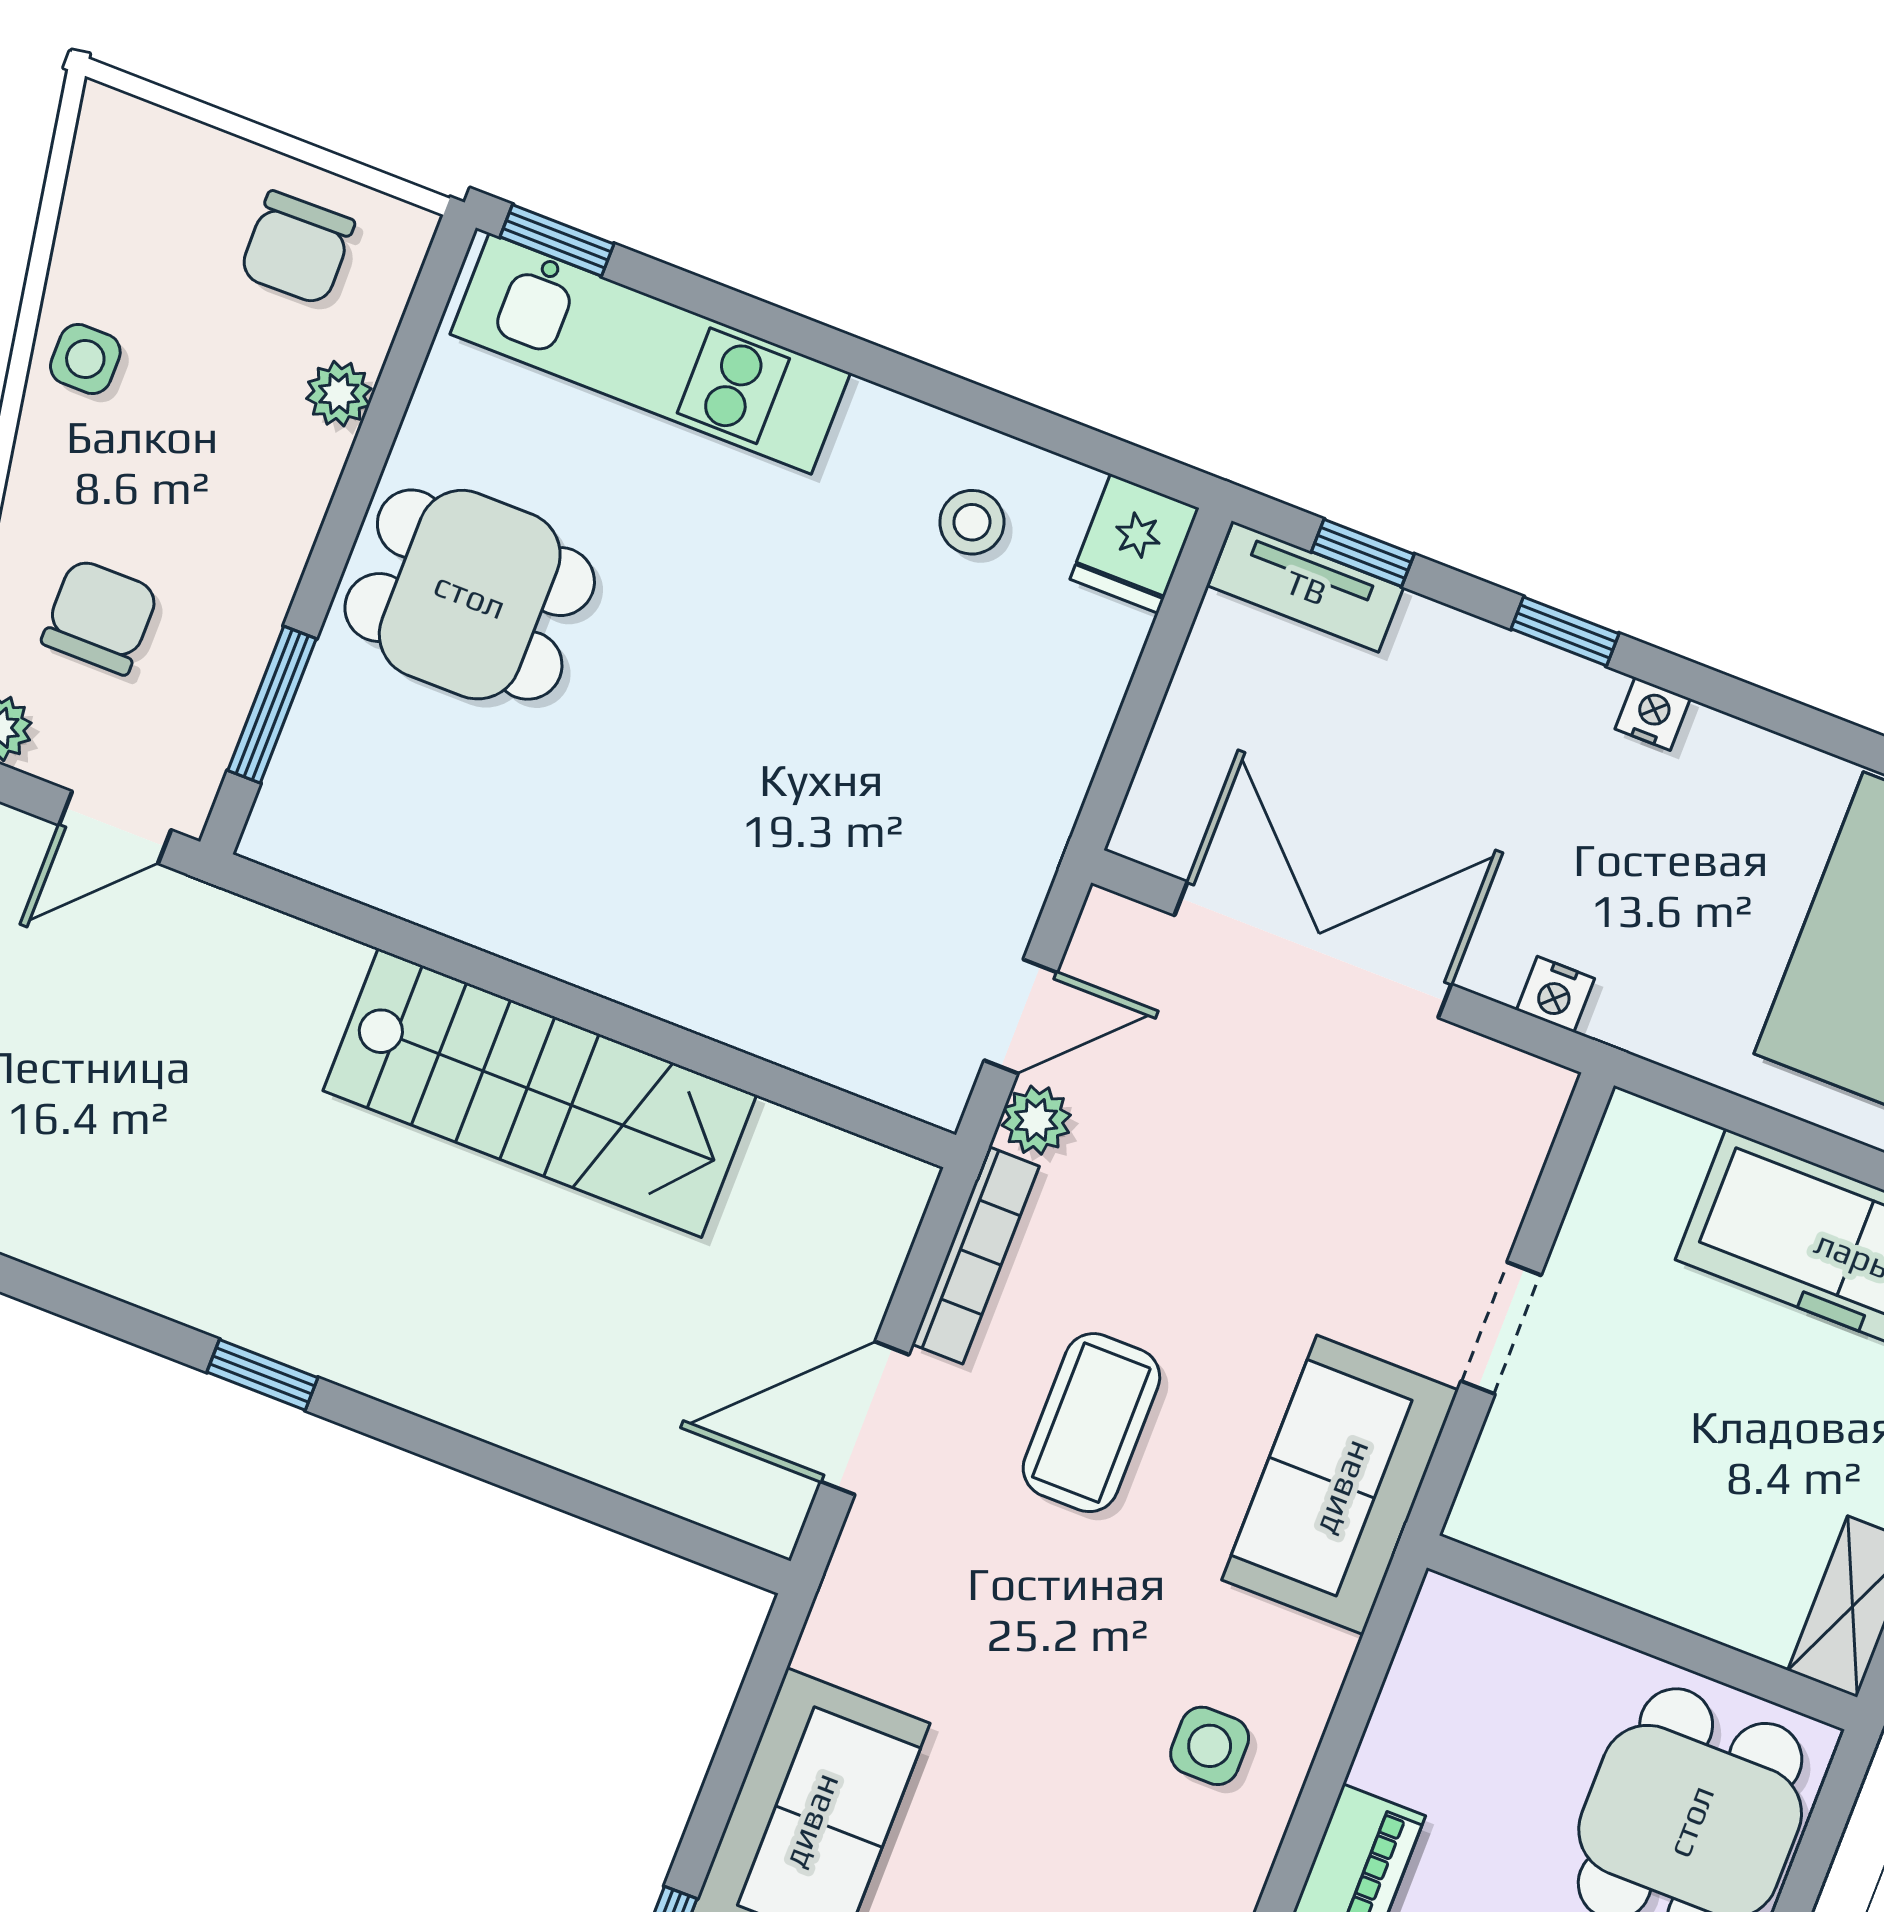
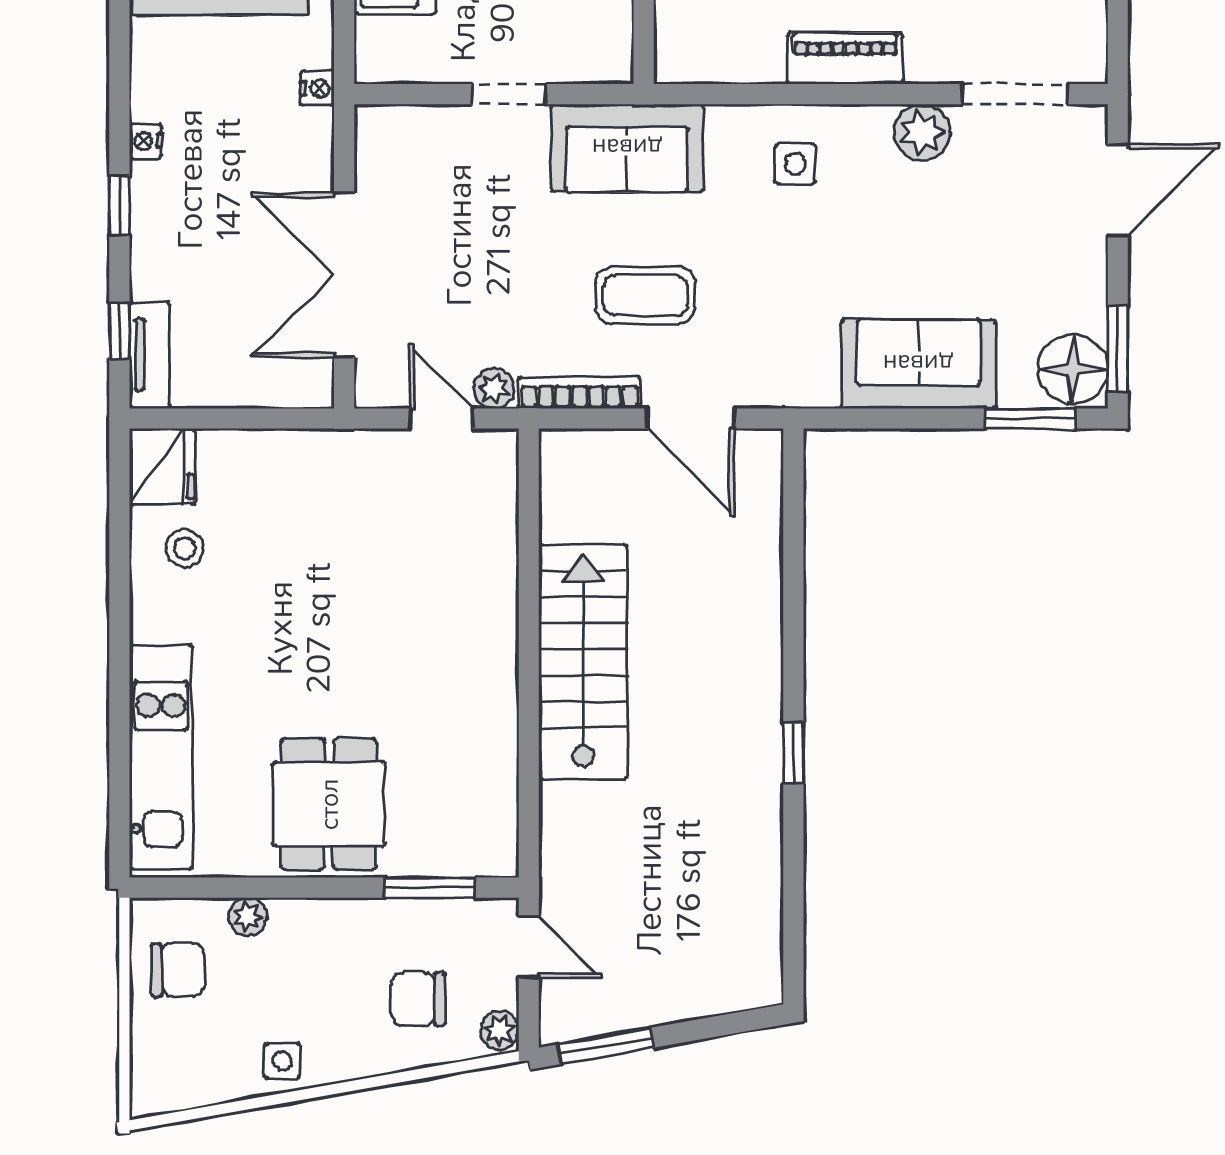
window: (557, 240) -> (119, 831), removed
fridge: (1135, 544) -> (162, 467), width x1.38
nightstand: (1556, 994) -> (317, 88), moved

